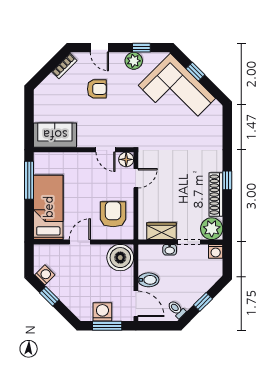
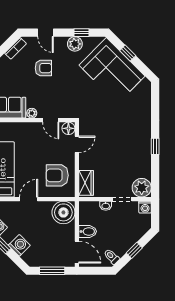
plant: (83, 142) -> (32, 113), added
shoe rack: (216, 195) -> (145, 158), removed
armchair: (113, 214) -> (57, 175), turned -90
wardrobe: (161, 231) -> (86, 183), moved, turned 90
washing machine: (102, 312) -> (19, 245), moved, turned 45

